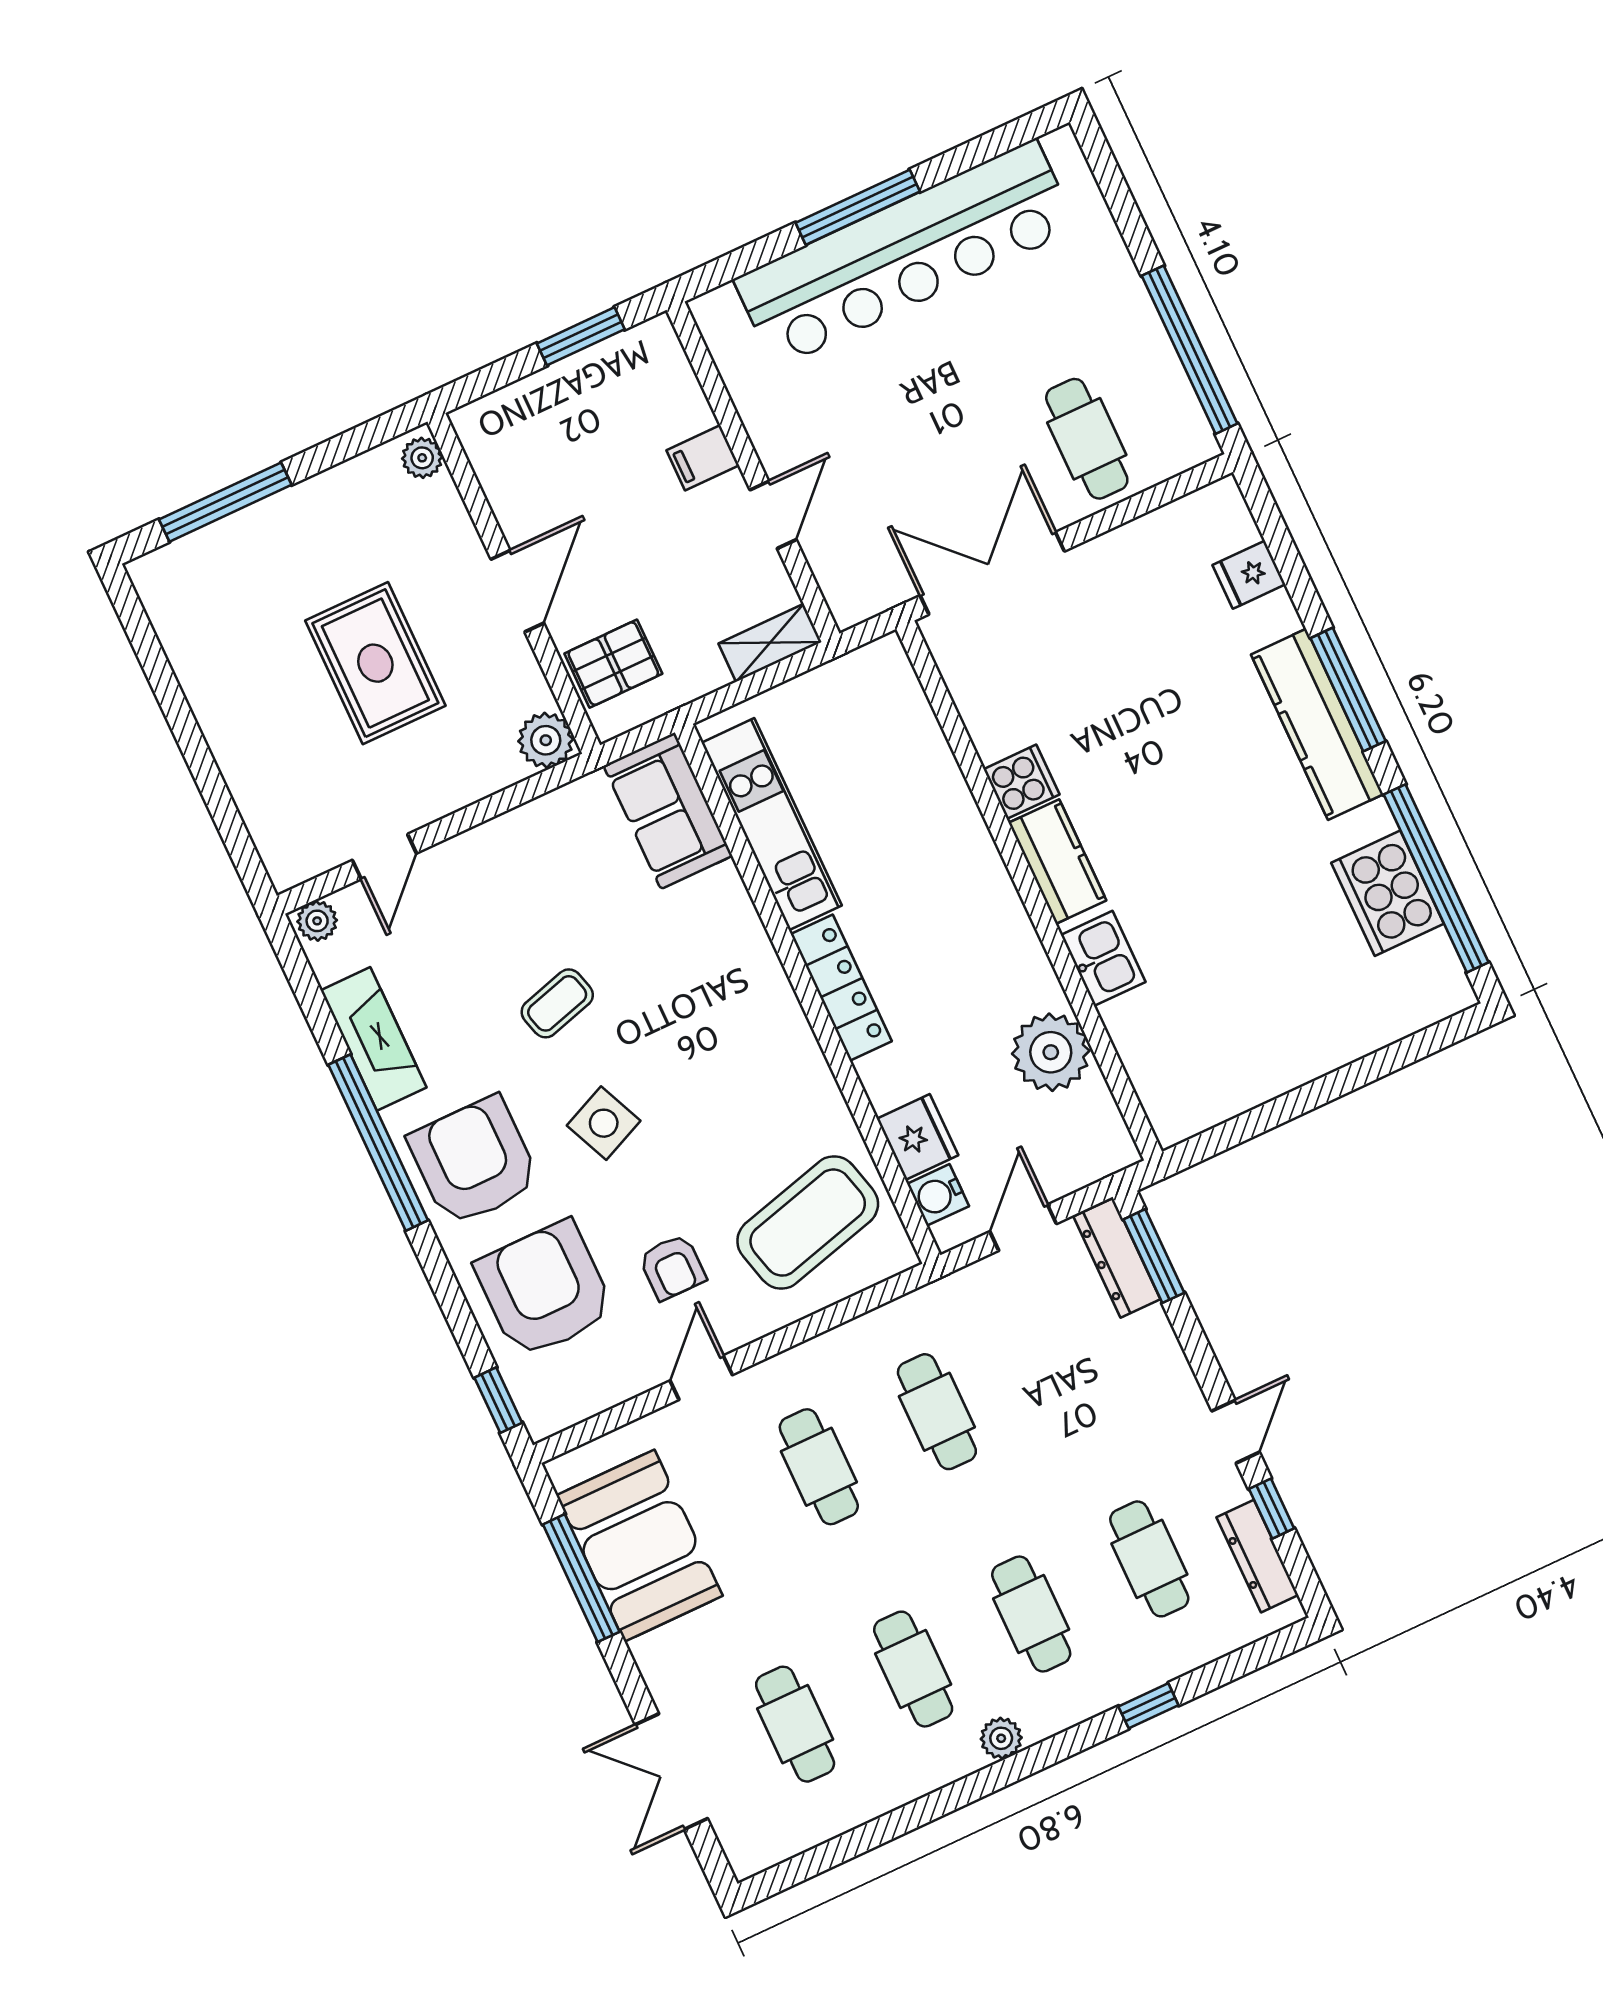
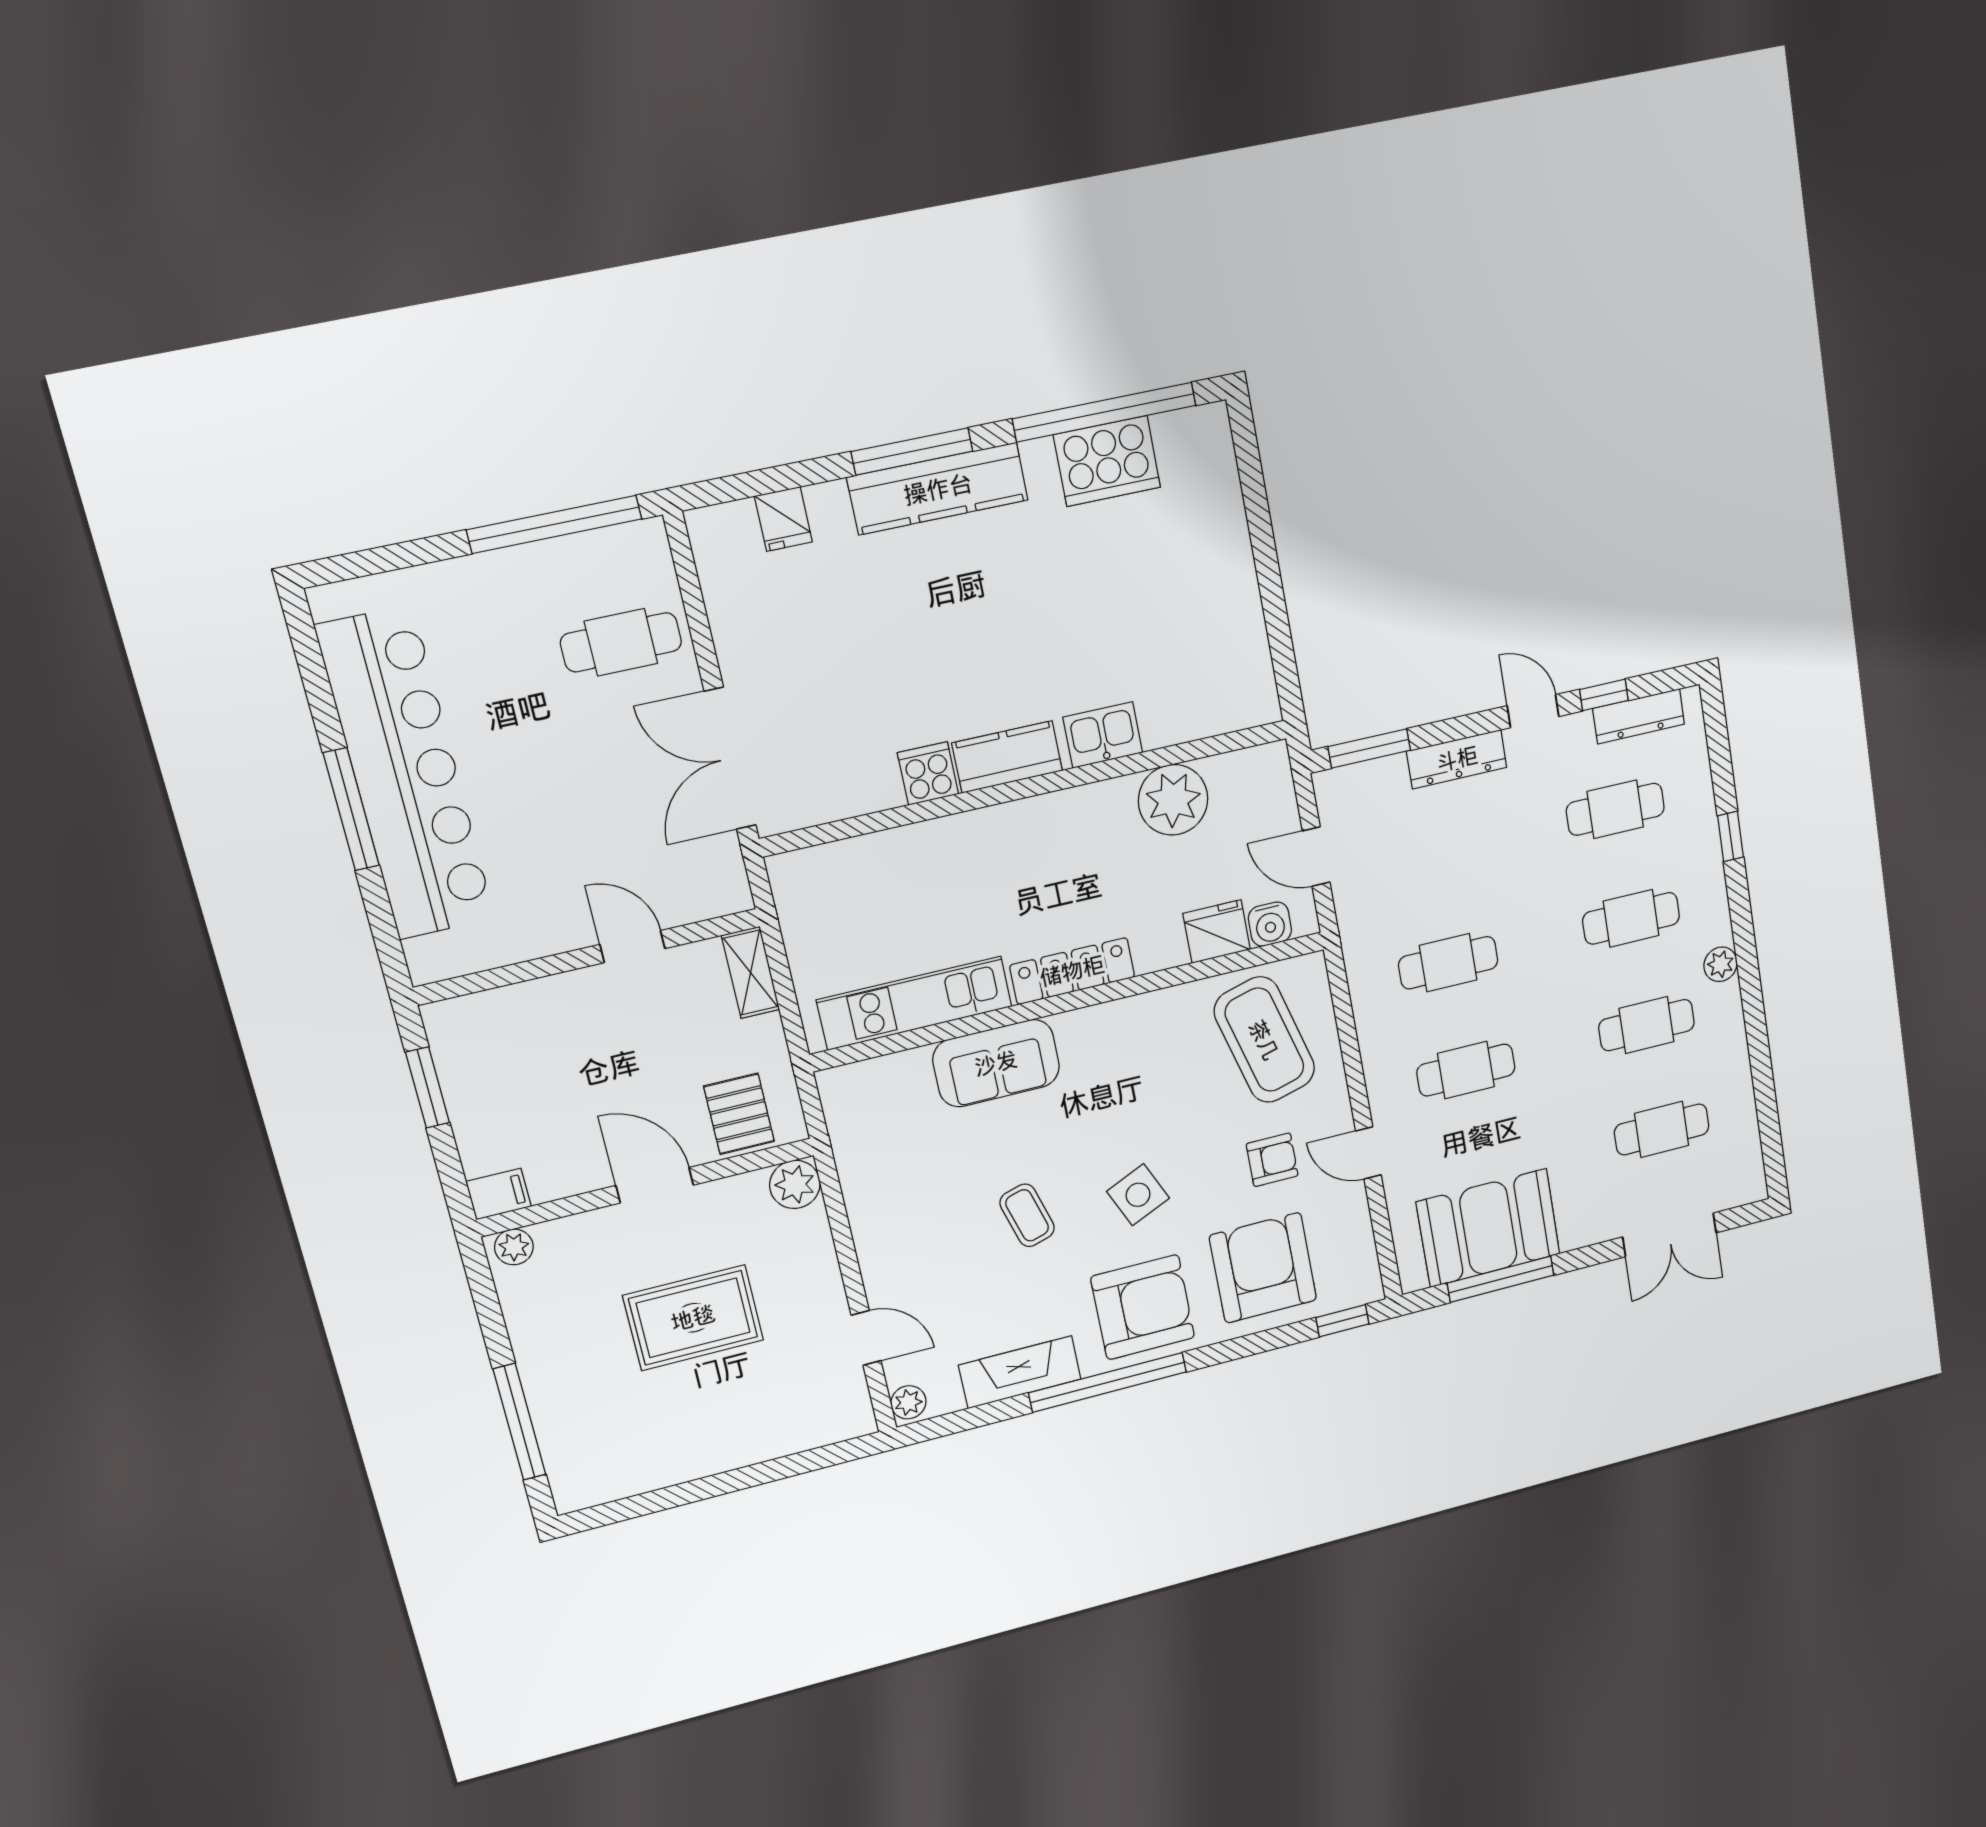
filing cabinet: (703, 458) -> (499, 1194), moved, turned -90
sofa: (668, 811) -> (996, 1063), moved
armchair: (474, 1161) -> (1143, 1307), turned 180
dresser: (1117, 1258) -> (1457, 759), moved
armchair: (545, 1289) -> (1263, 1268), turned 90

